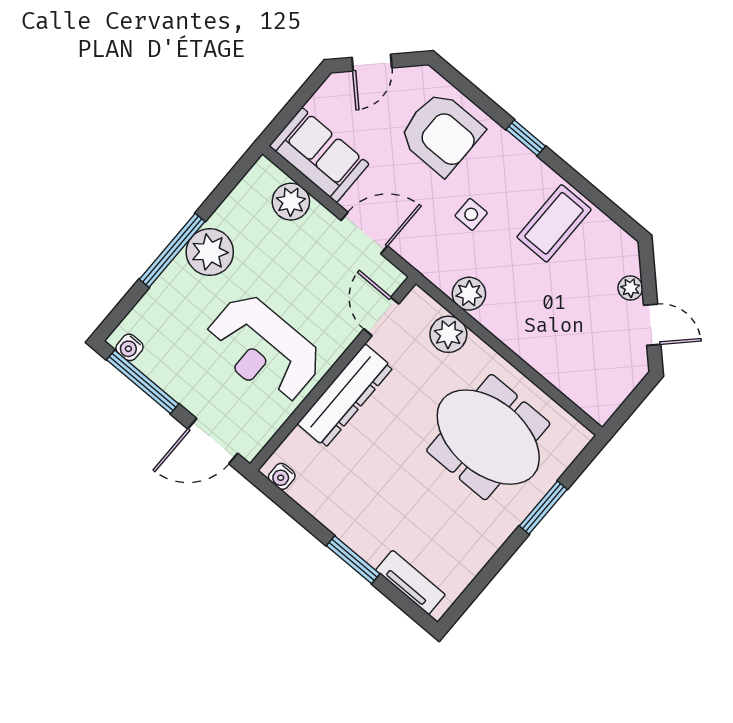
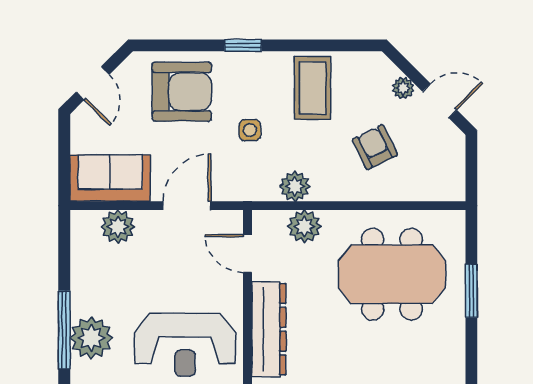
plant: (210, 252) -> (91, 338), moved
armchair: (564, 318) -> (375, 147), added

